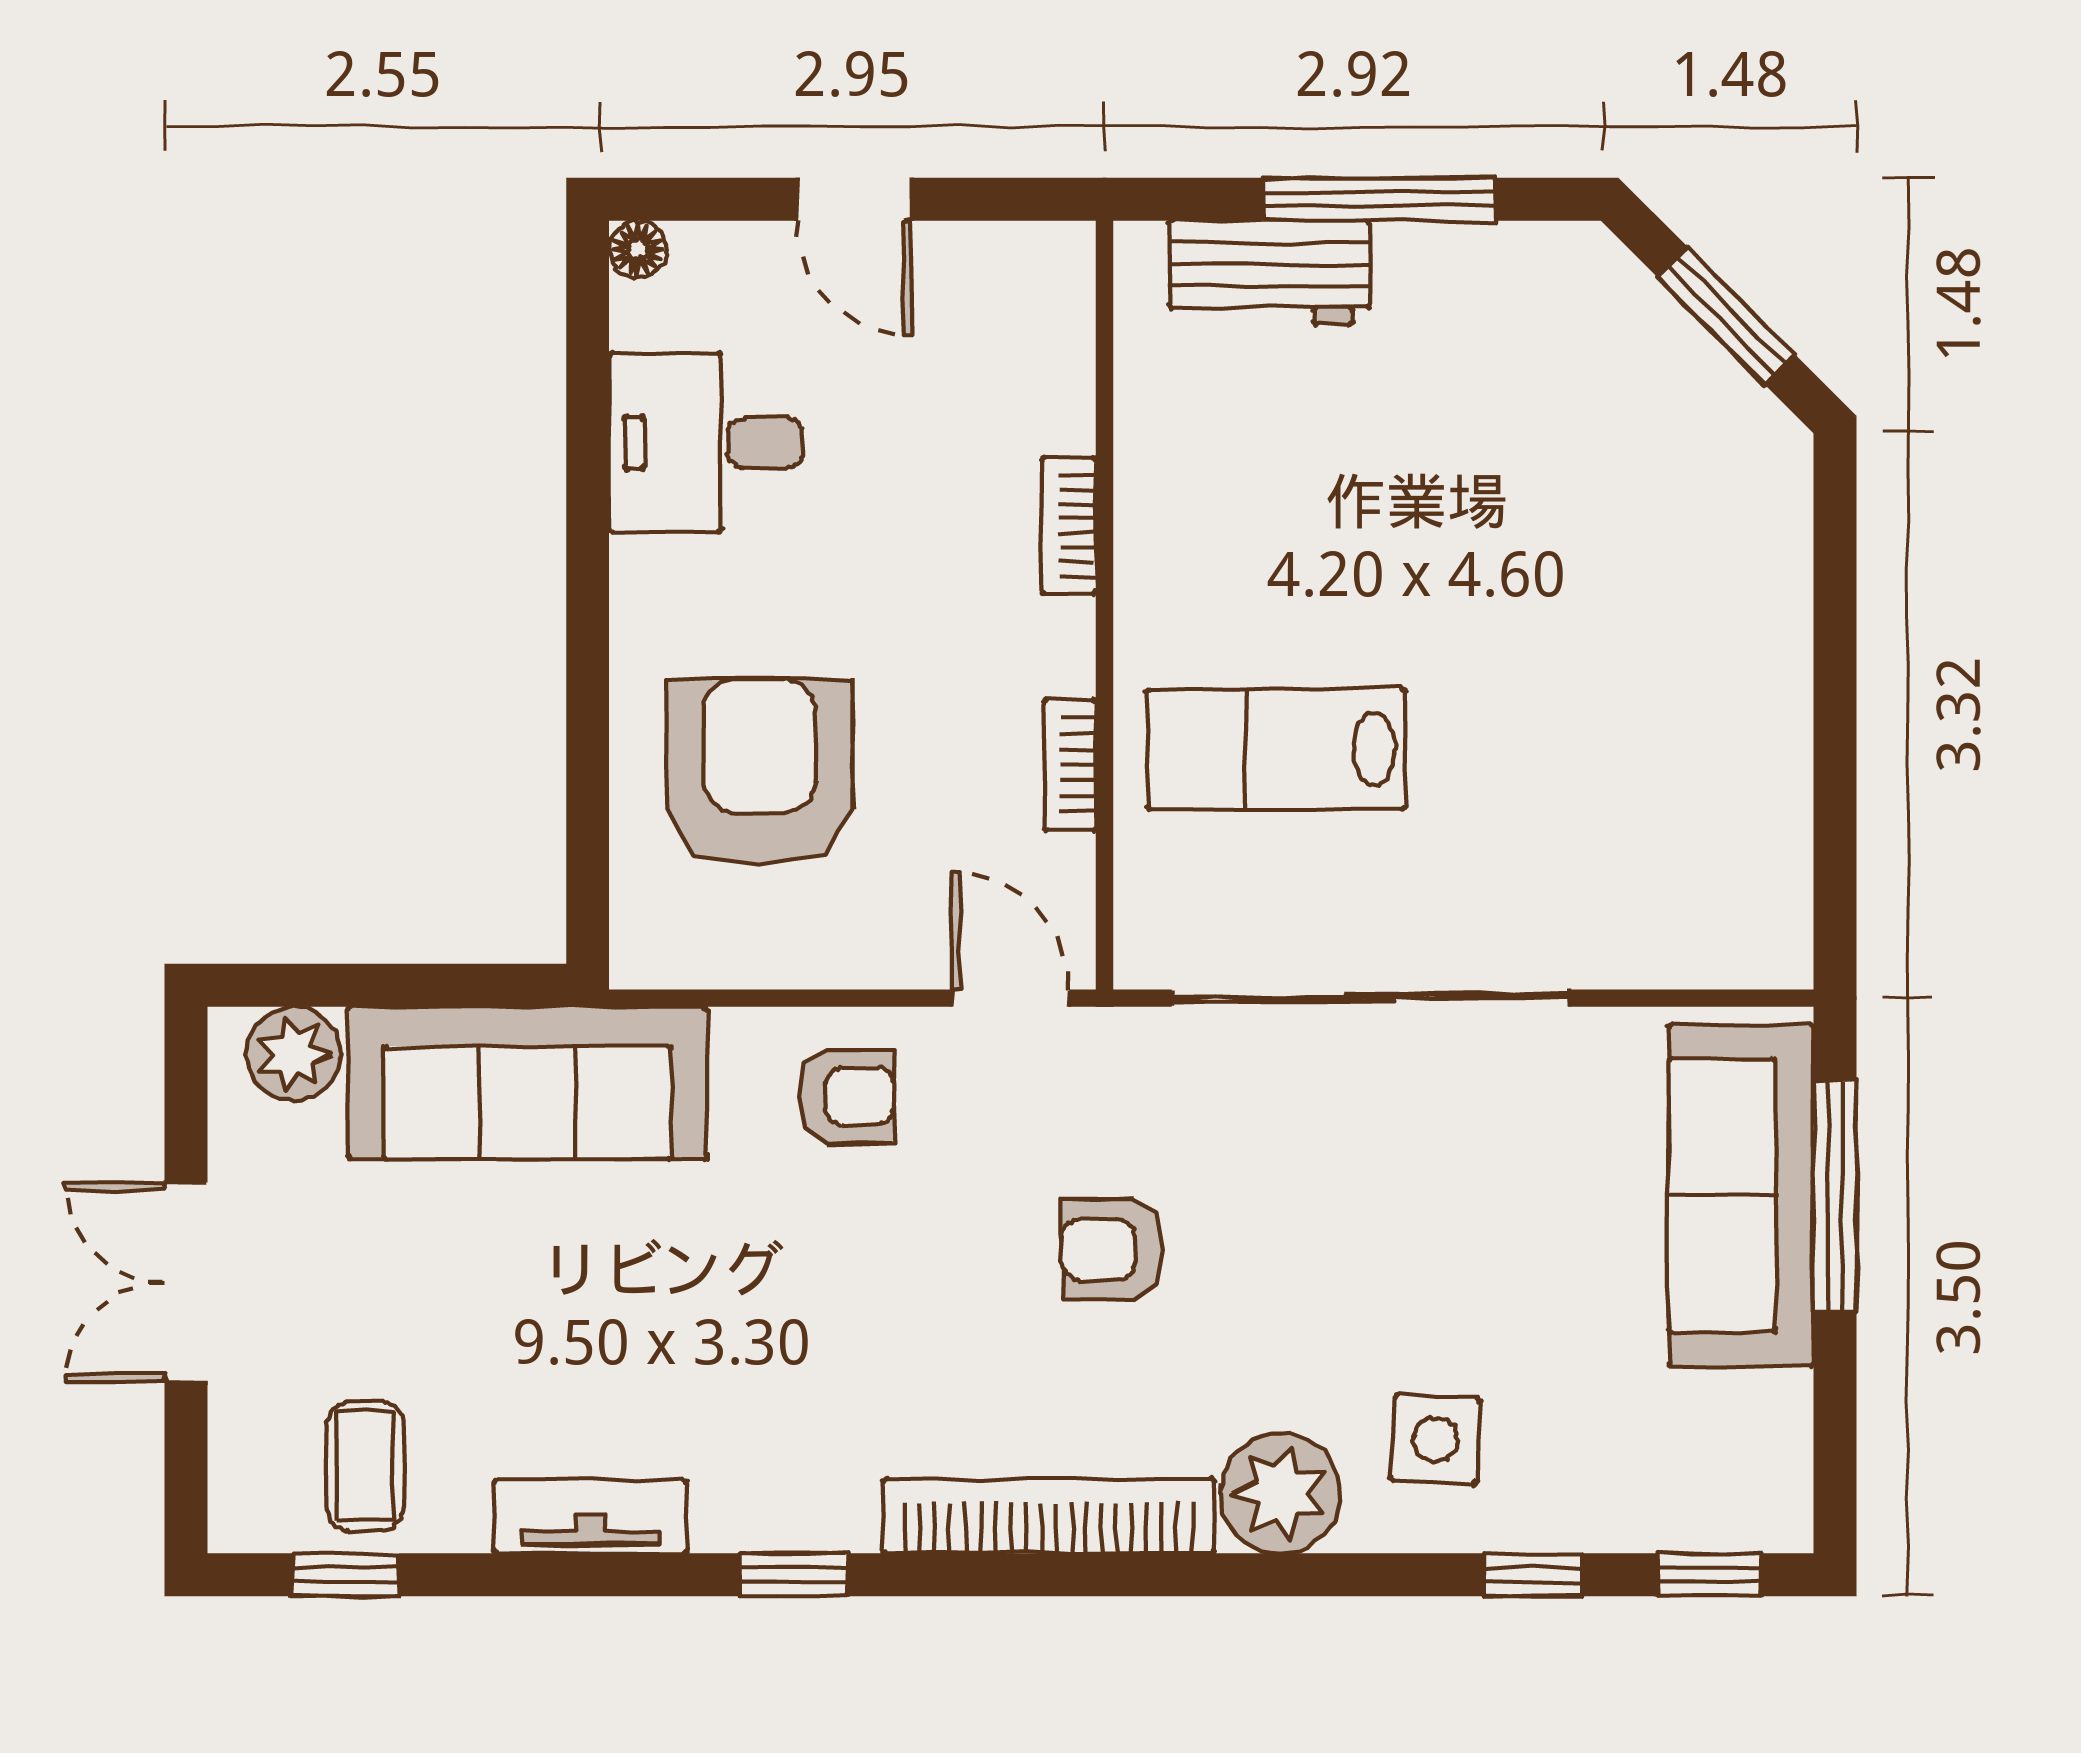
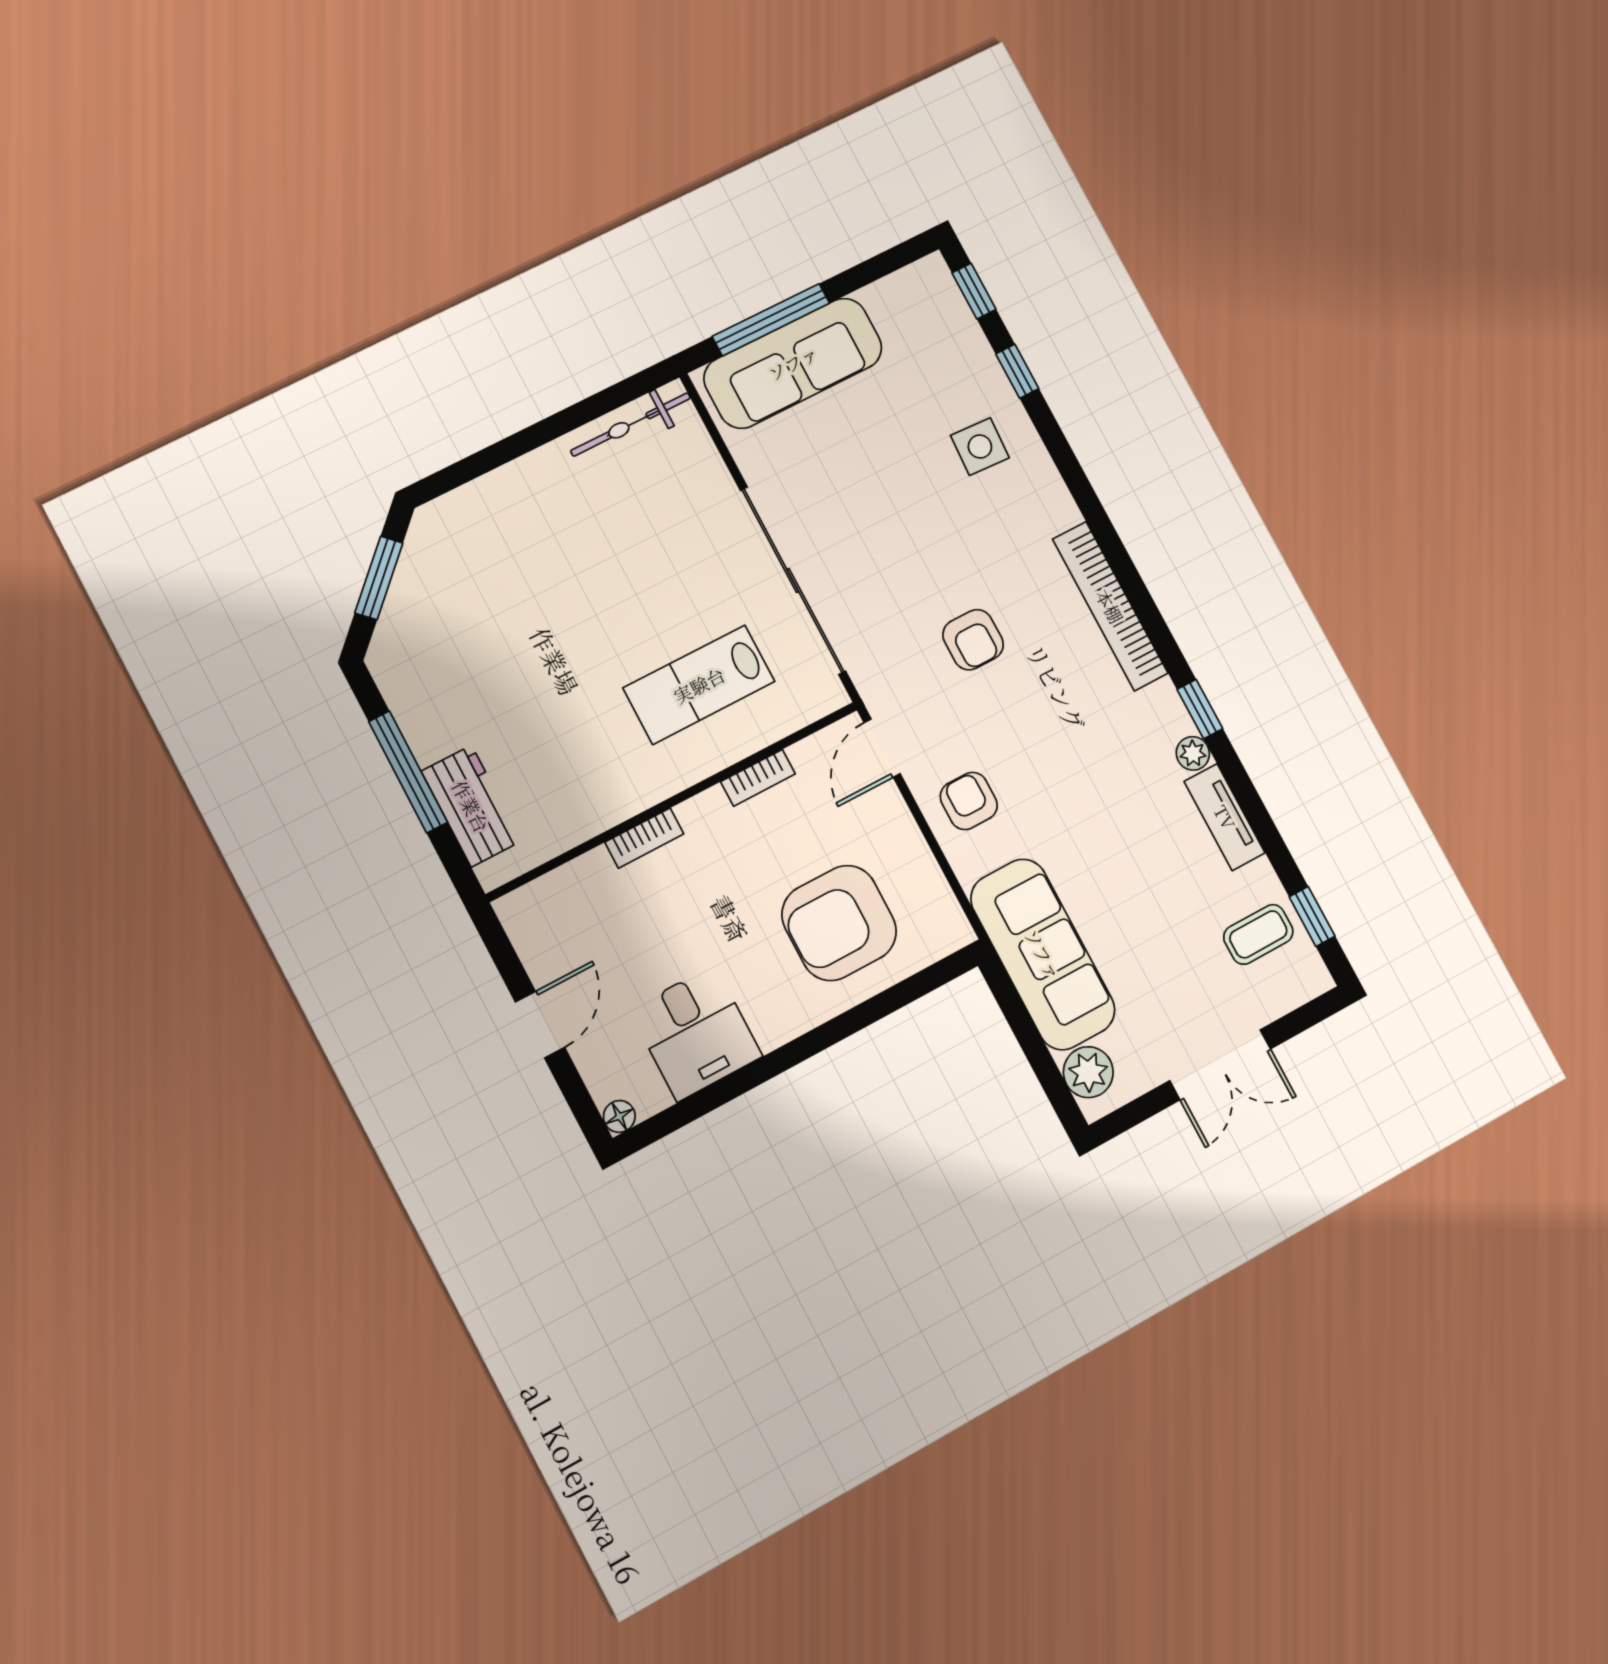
lab bench: (1276, 749) -> (699, 685), turned 90
bicycle: (1774, 865) -> (631, 424), added
plant: (1281, 1493) -> (1193, 753), moved, width x0.53, depth x0.53

